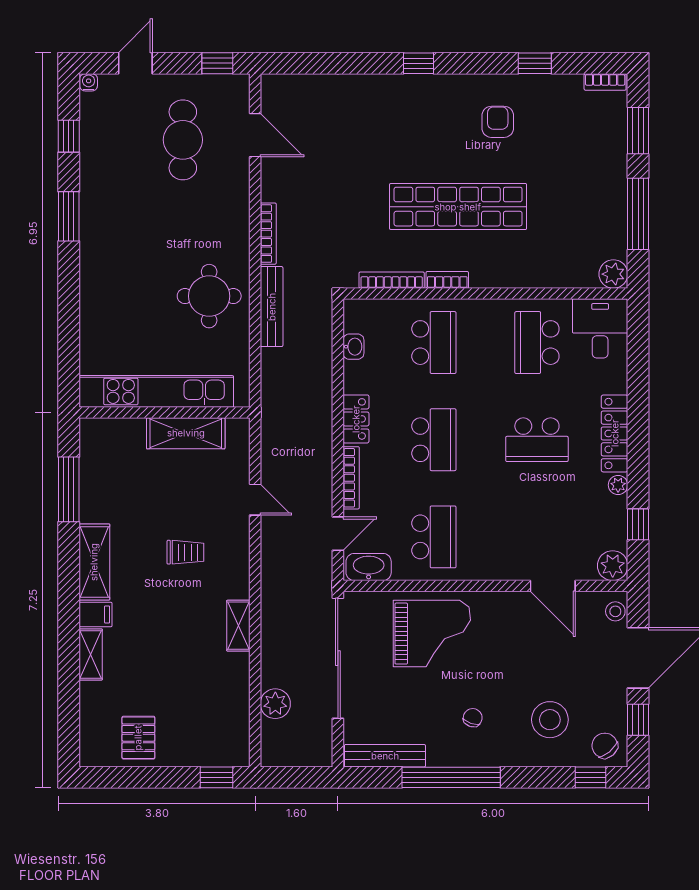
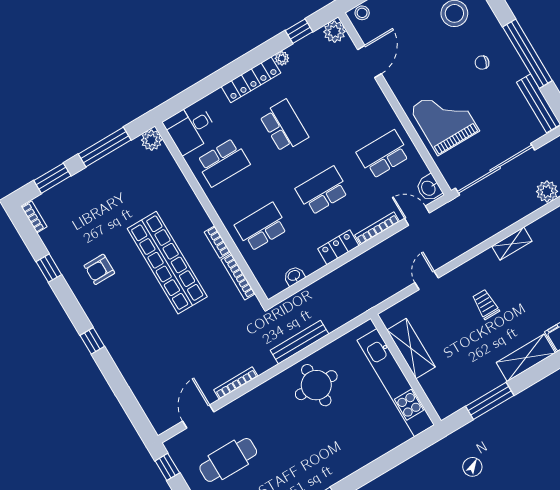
bookcase: (268, 234) -> (236, 383), moved
washbasin: (369, 567) -> (429, 188), width x0.72

